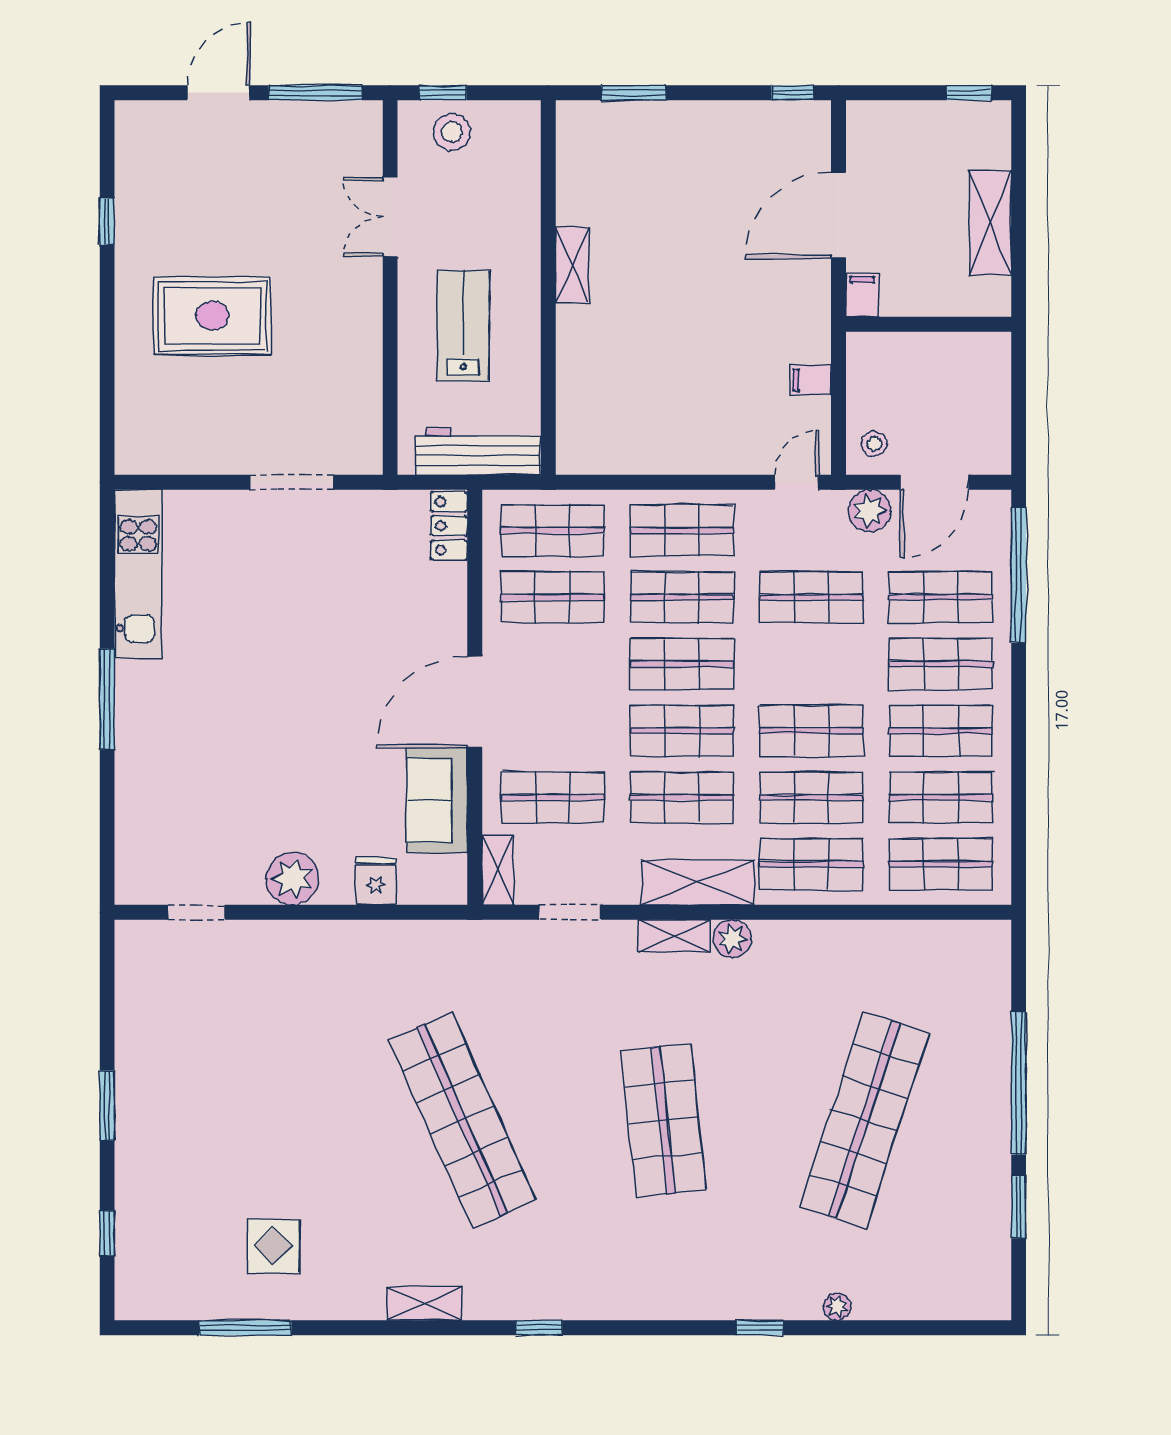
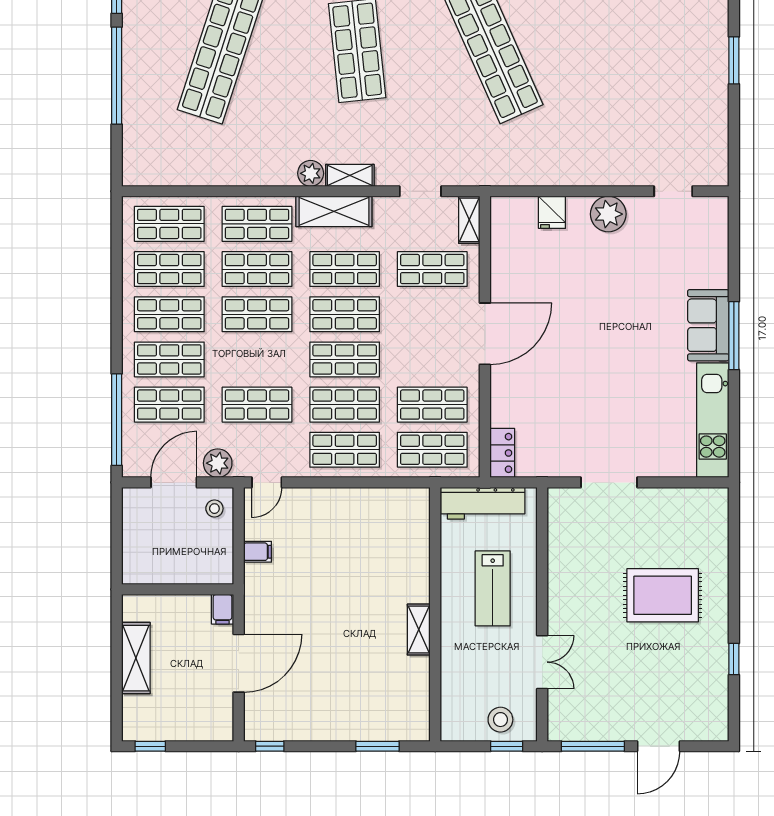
sofa: (437, 800) -> (708, 325), moved, turned 180

